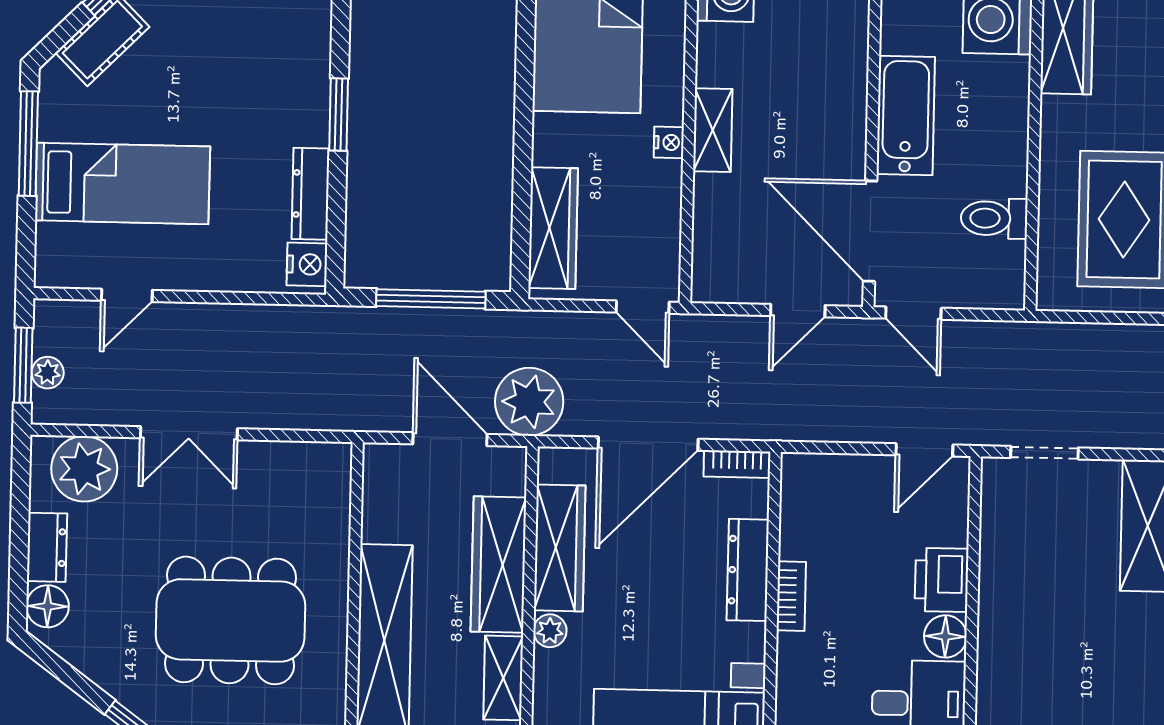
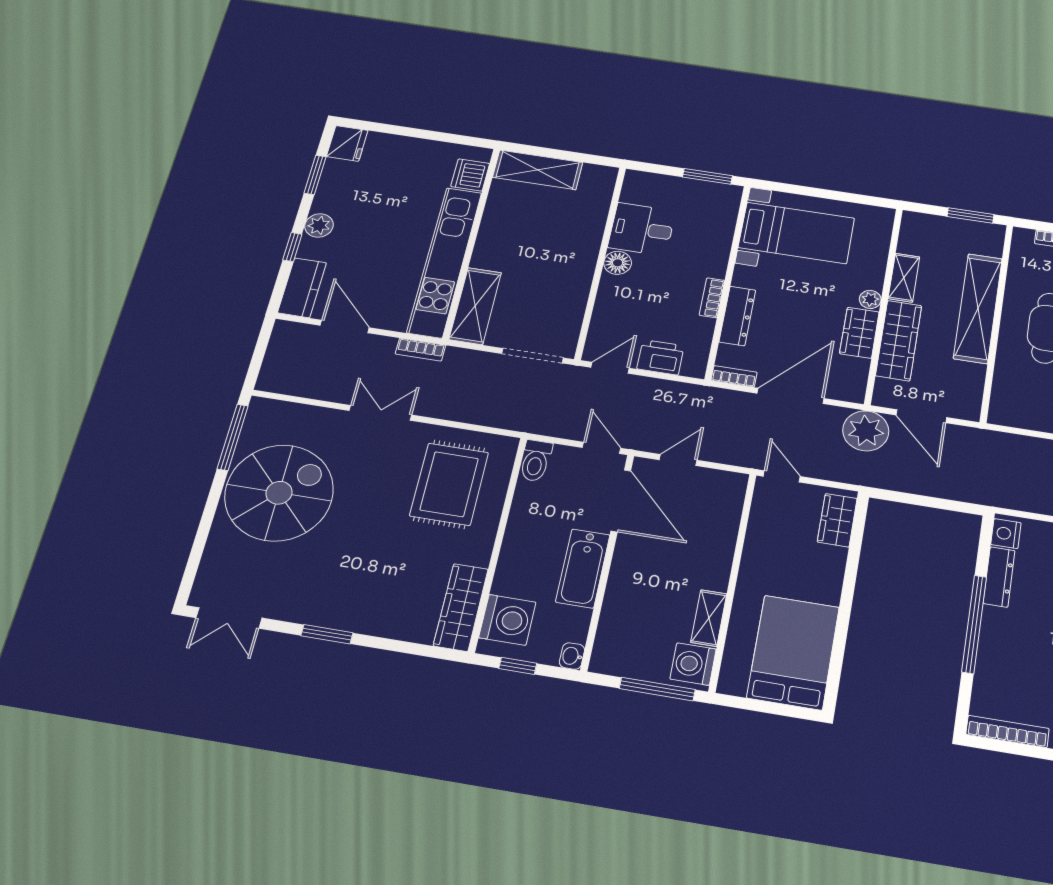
window: (339, 114) -> (974, 624), width x2.11
shelving: (713, 130) -> (709, 618), moved
nightstand: (669, 142) -> (748, 574), removed
toilet: (994, 218) -> (536, 461), moved, turned 90
wardrobe: (553, 228) -> (837, 520), width x0.67
window: (431, 299) -> (924, 501), removed
doorway: (1044, 453) -> (532, 356), width x1.38
wardrobe: (560, 548) -> (859, 333), width x0.67
printer: (942, 580) -> (661, 357), moved, turned -90

